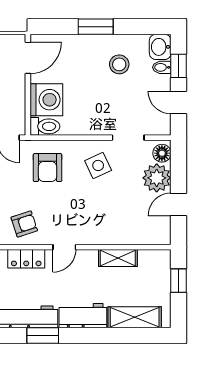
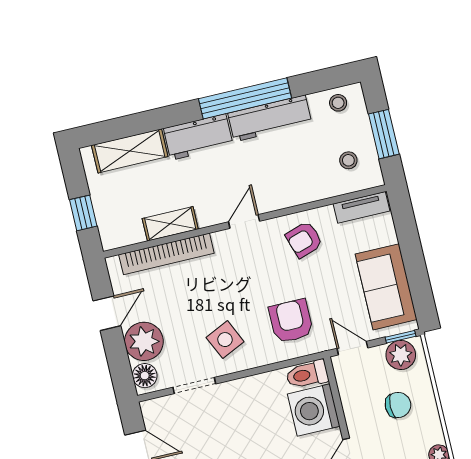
bookcase: (126, 237) -> (166, 254), added
locker: (26, 259) -> (291, 194), removed
window: (43, 335) -> (245, 98), width x2.11

